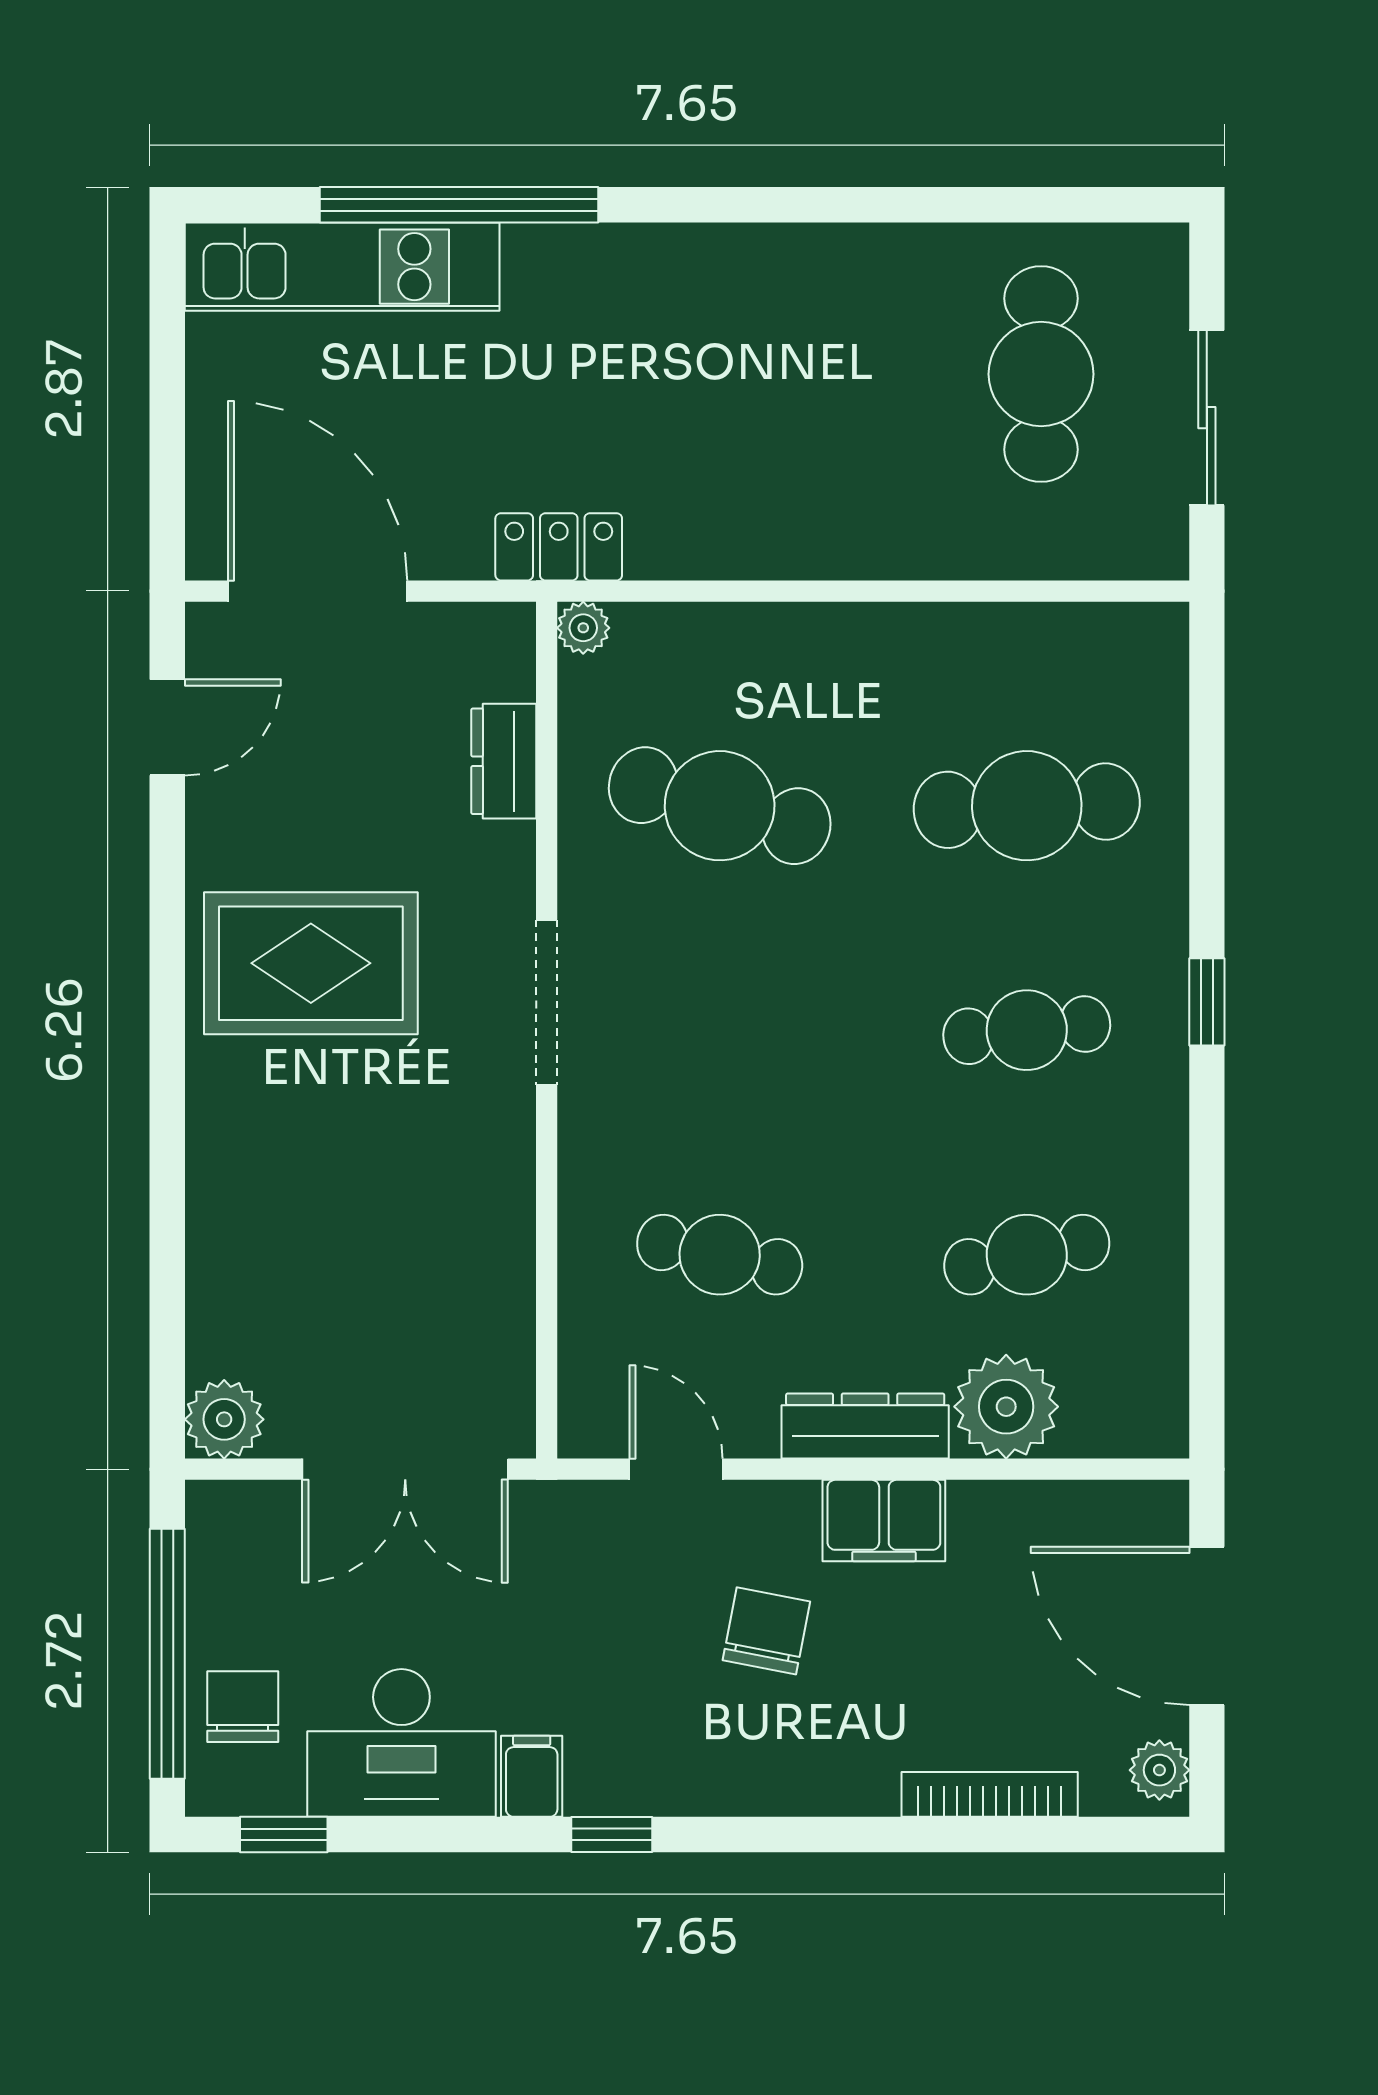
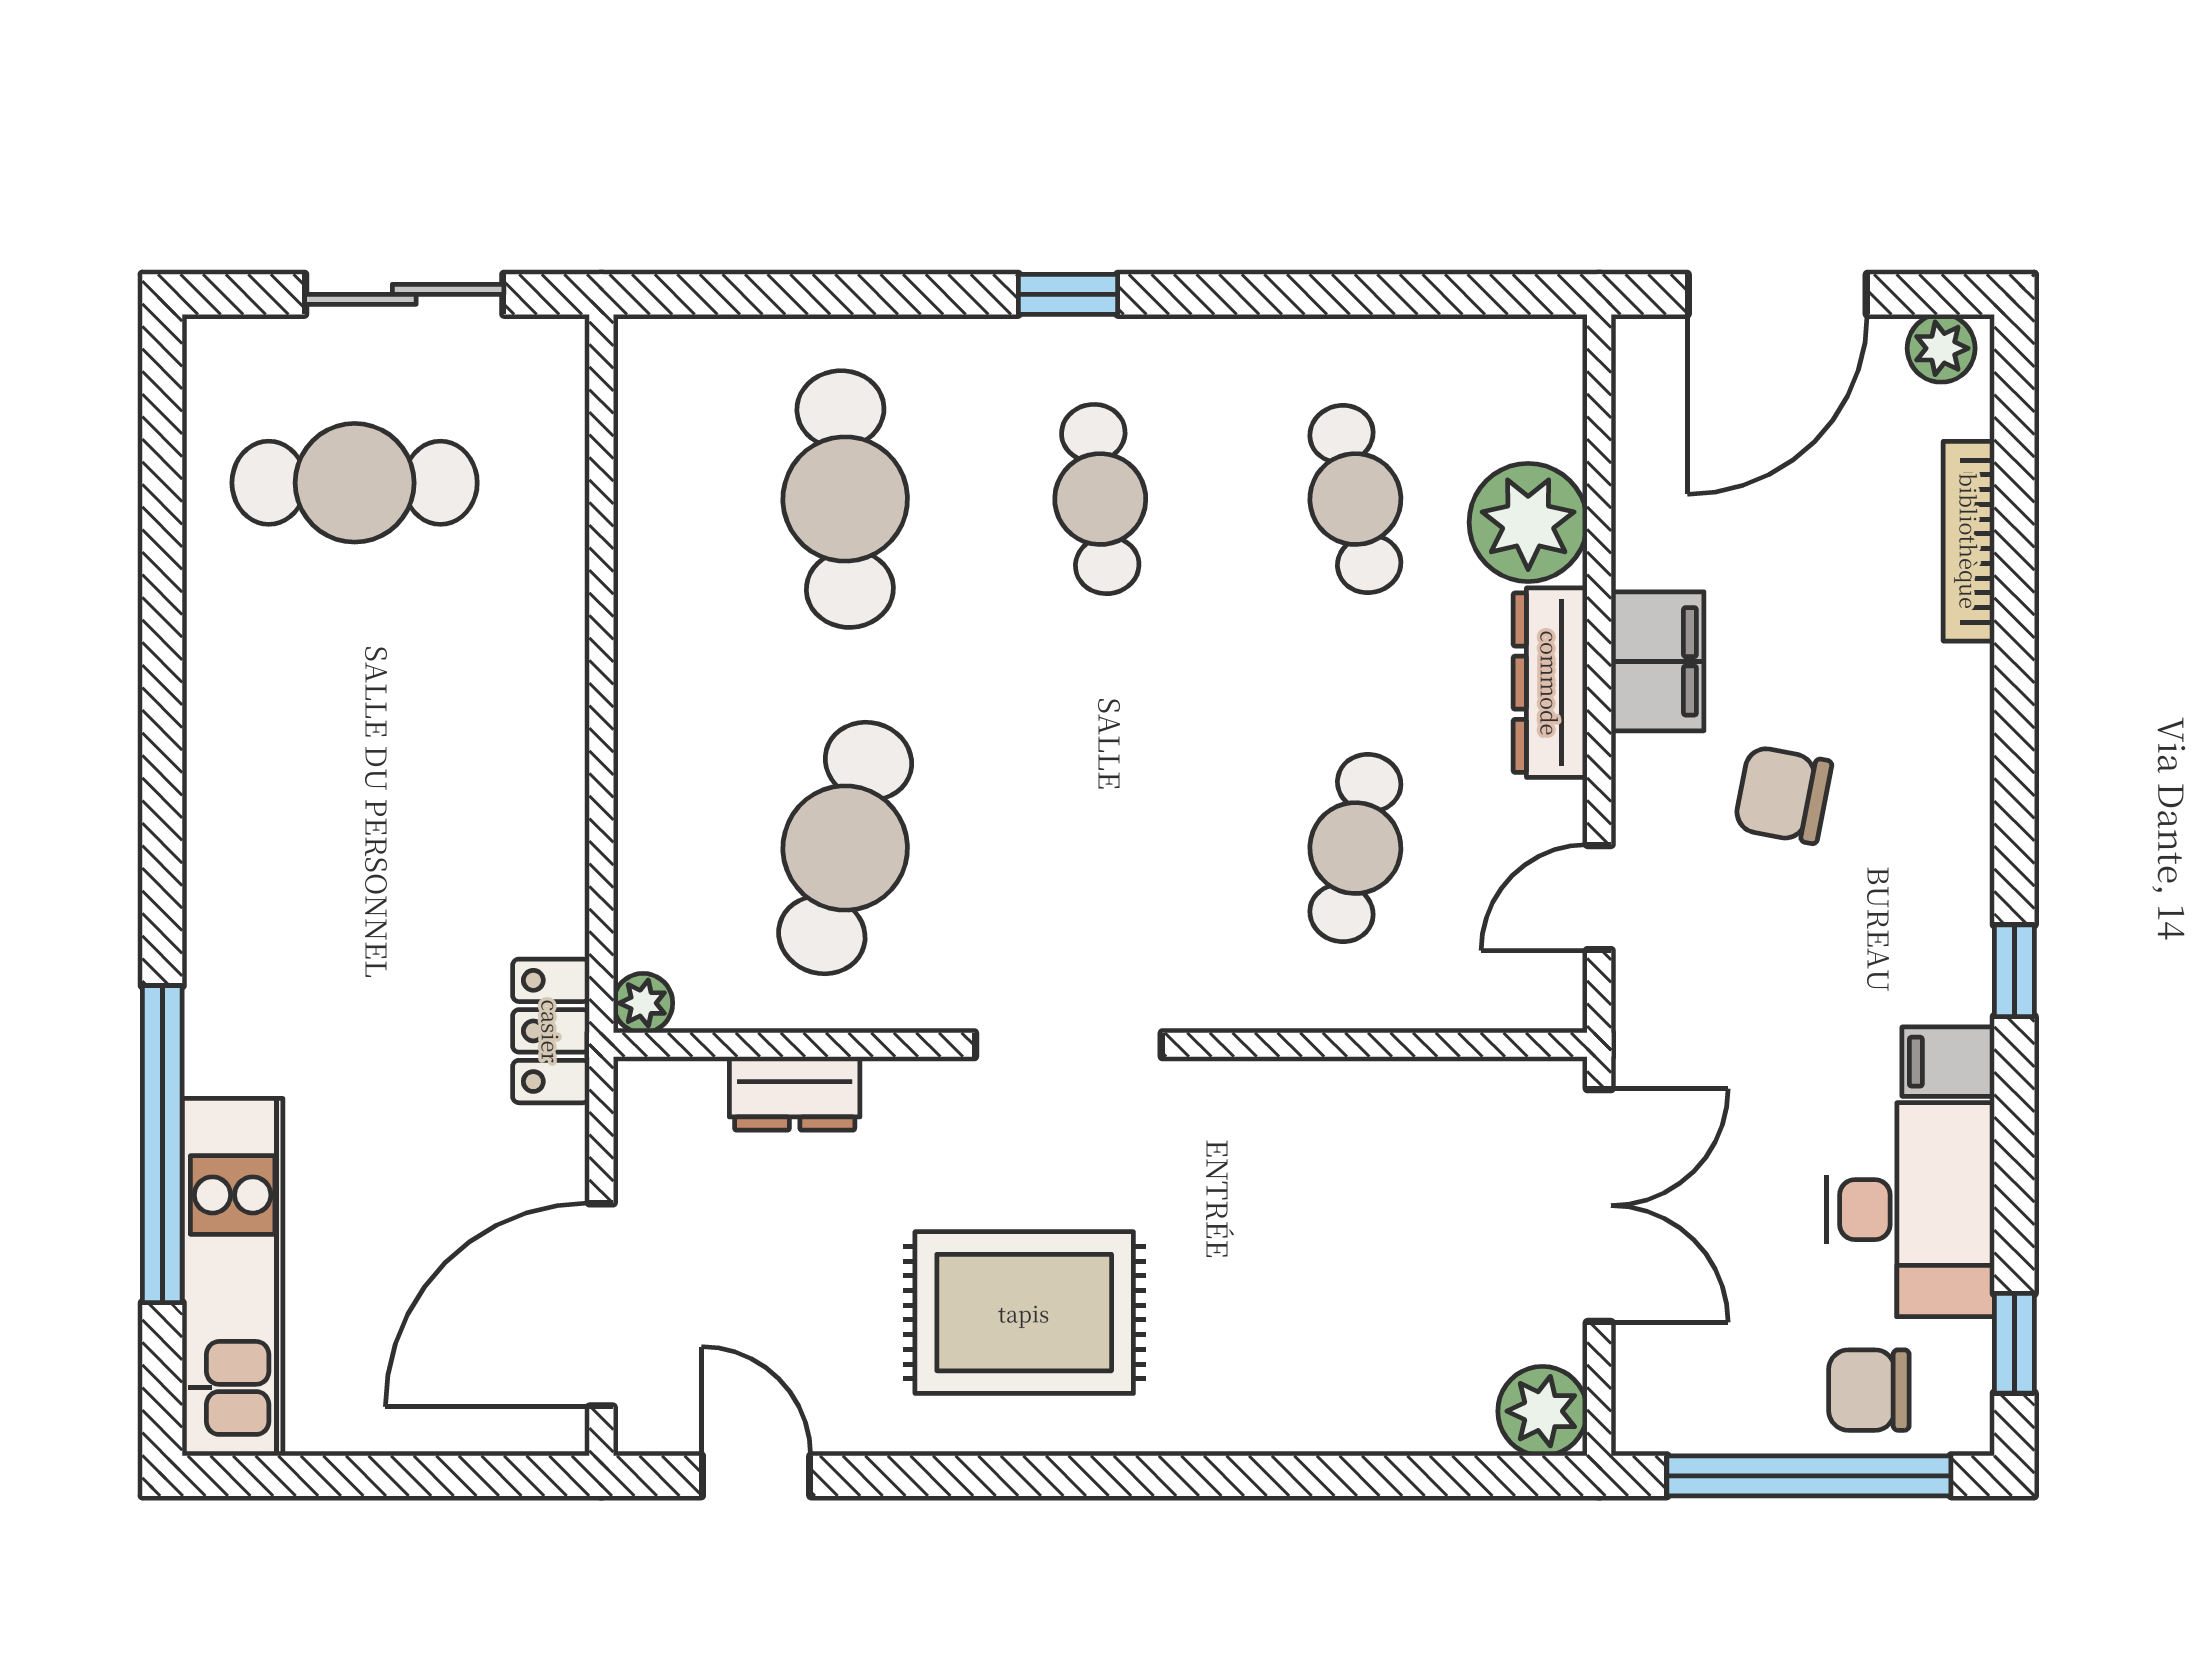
rug: (311, 963) -> (1024, 1313), turned 90

